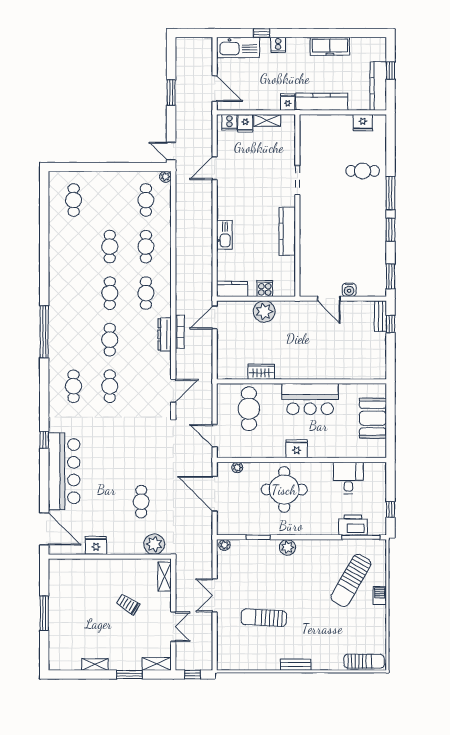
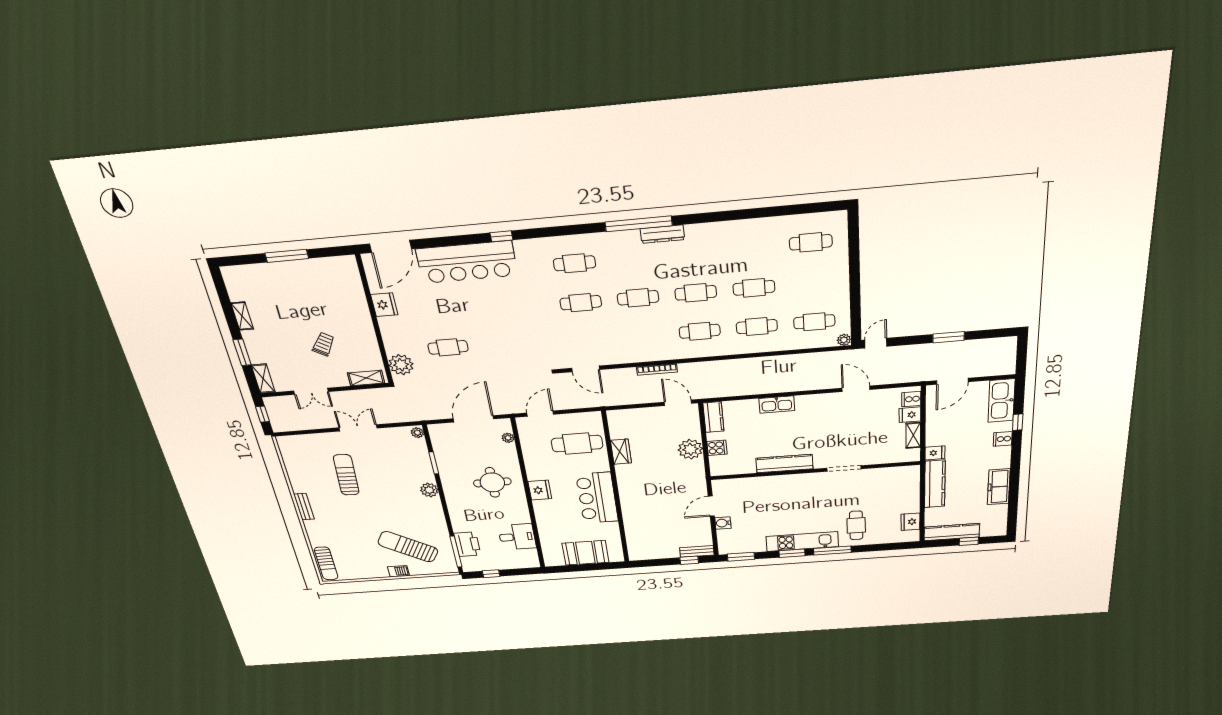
kitchen unit: (377, 220) -> (802, 541), added
dresser: (165, 334) -> (662, 234), moved, turned 180
round table: (284, 490) -> (492, 482), width x0.73, depth x0.73

